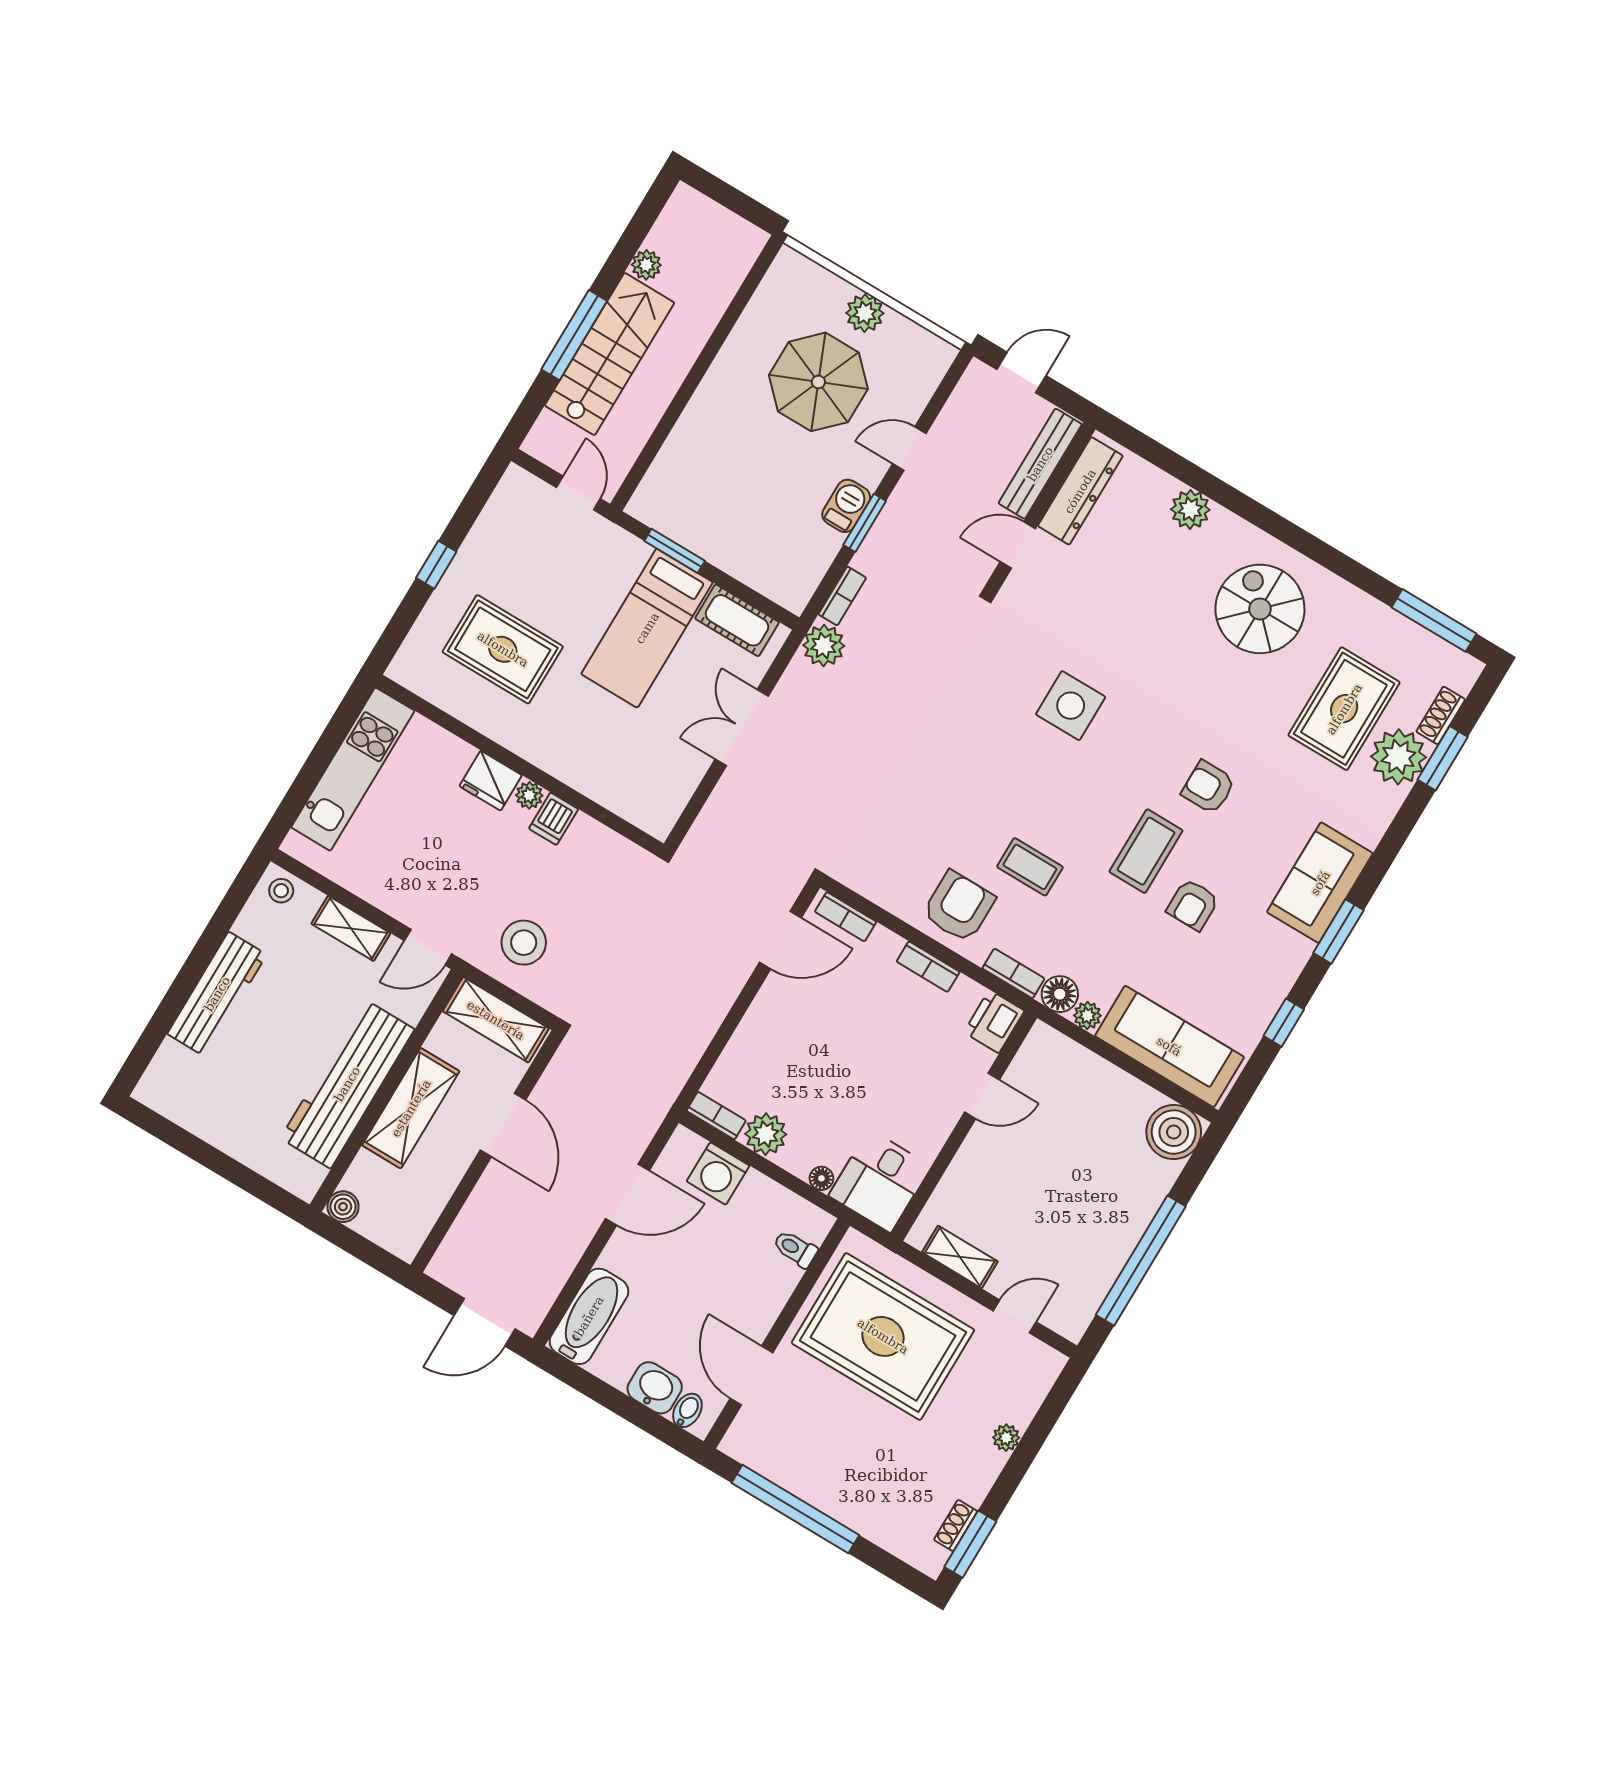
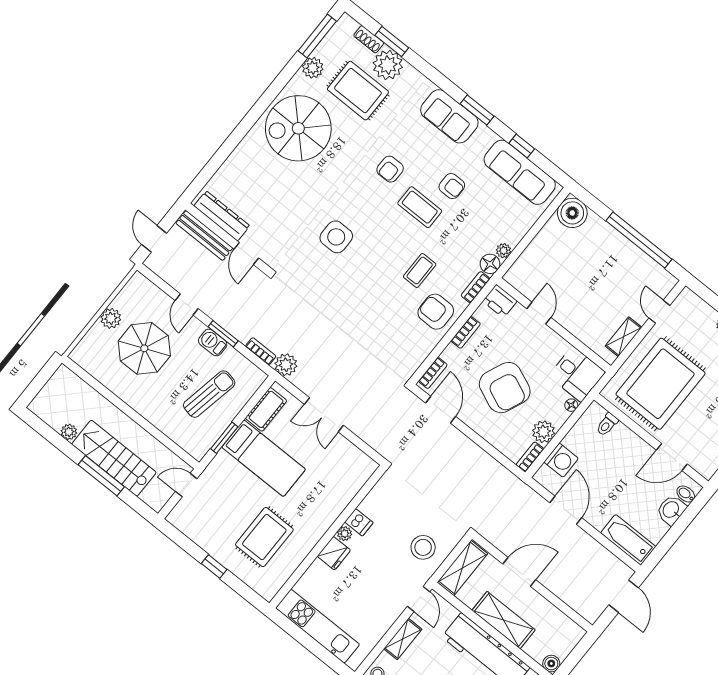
plant: (1190, 509) -> (313, 68), moved
sun lounger: (751, 512) -> (209, 394), added
spiral stairs: (1260, 609) -> (298, 128), width x1.37, depth x1.37
sofa: (1169, 1046) -> (520, 172), moved, turned -90
armchair: (837, 1052) -> (505, 388), added

